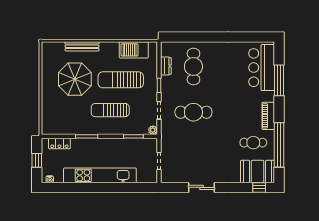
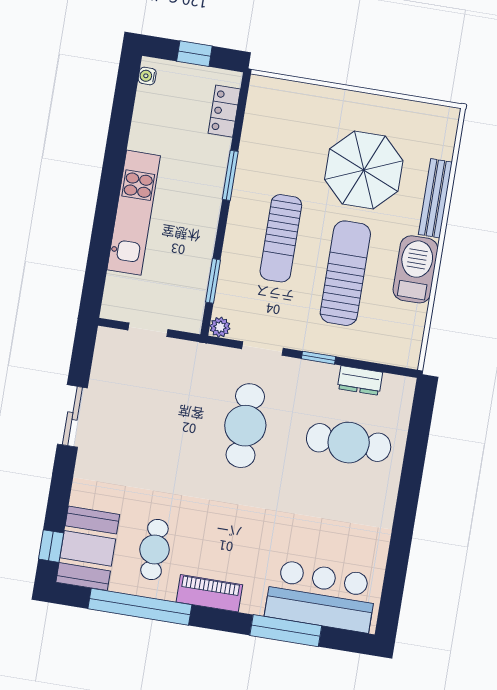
barbecue: (134, 50) -> (415, 269), moved
sun lounger: (110, 110) -> (281, 238), turned 180
kitchen unit: (100, 175) -> (134, 213), width x0.73

